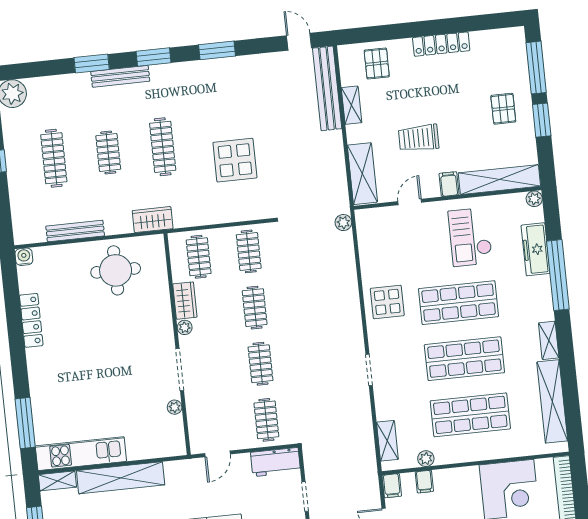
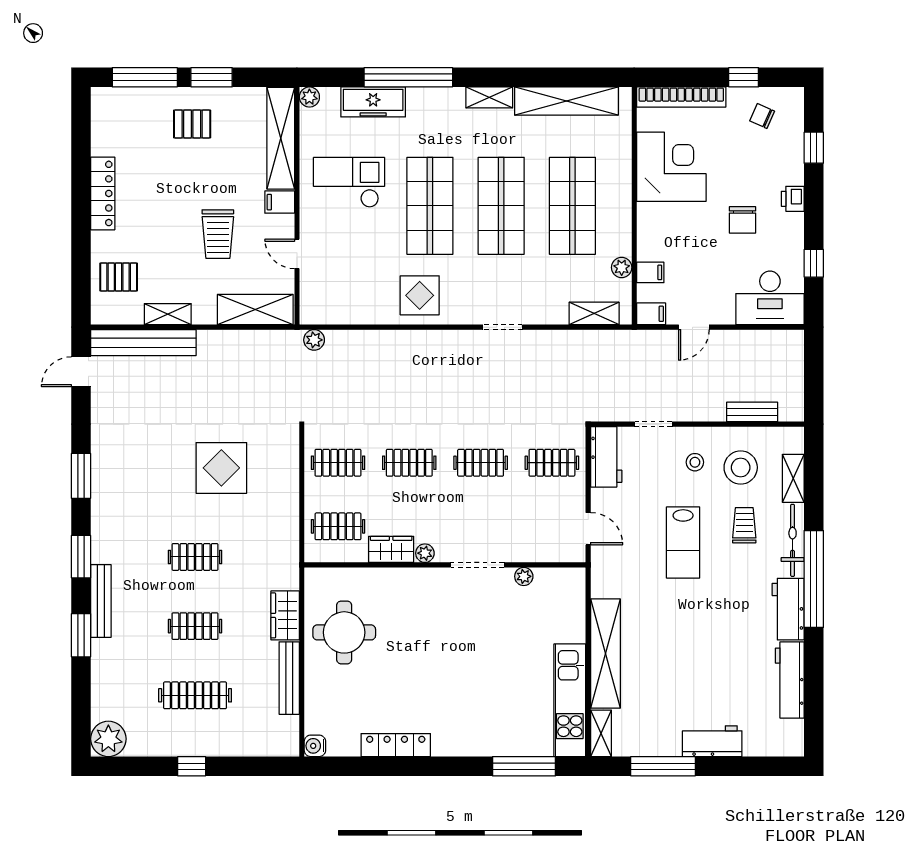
clothes rail: (163, 147) -> (195, 557), width x0.73
wardrobe: (153, 220) -> (285, 615), moved
checkout: (470, 237) -> (349, 182), turned 180

